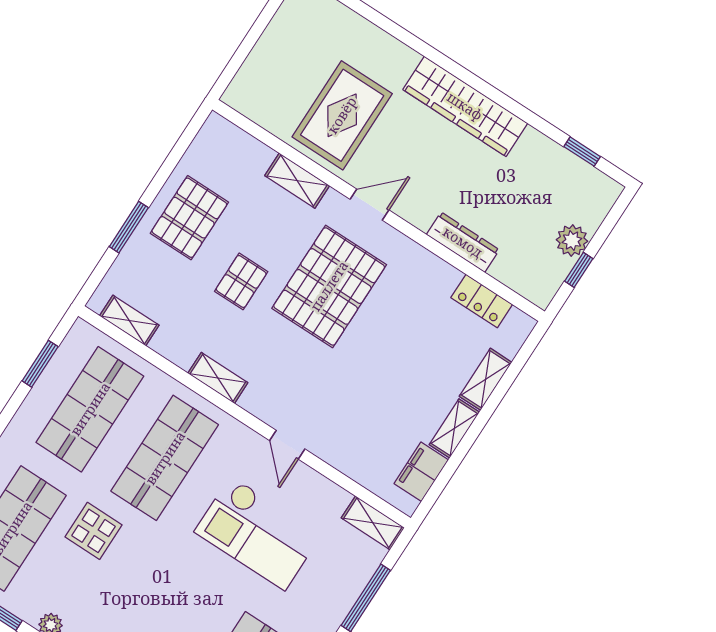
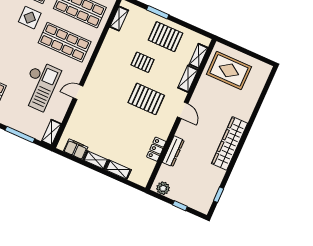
rug: (342, 115) -> (229, 70), moved
plant: (572, 240) -> (163, 188), moved
window: (579, 270) -> (180, 206), moved
pallet: (329, 286) -> (146, 99), width x0.73, depth x0.71
locker: (482, 301) -> (156, 149), moved
shelving: (218, 378) -> (199, 56), moved
checkout: (258, 533) -> (40, 86), turned 180

